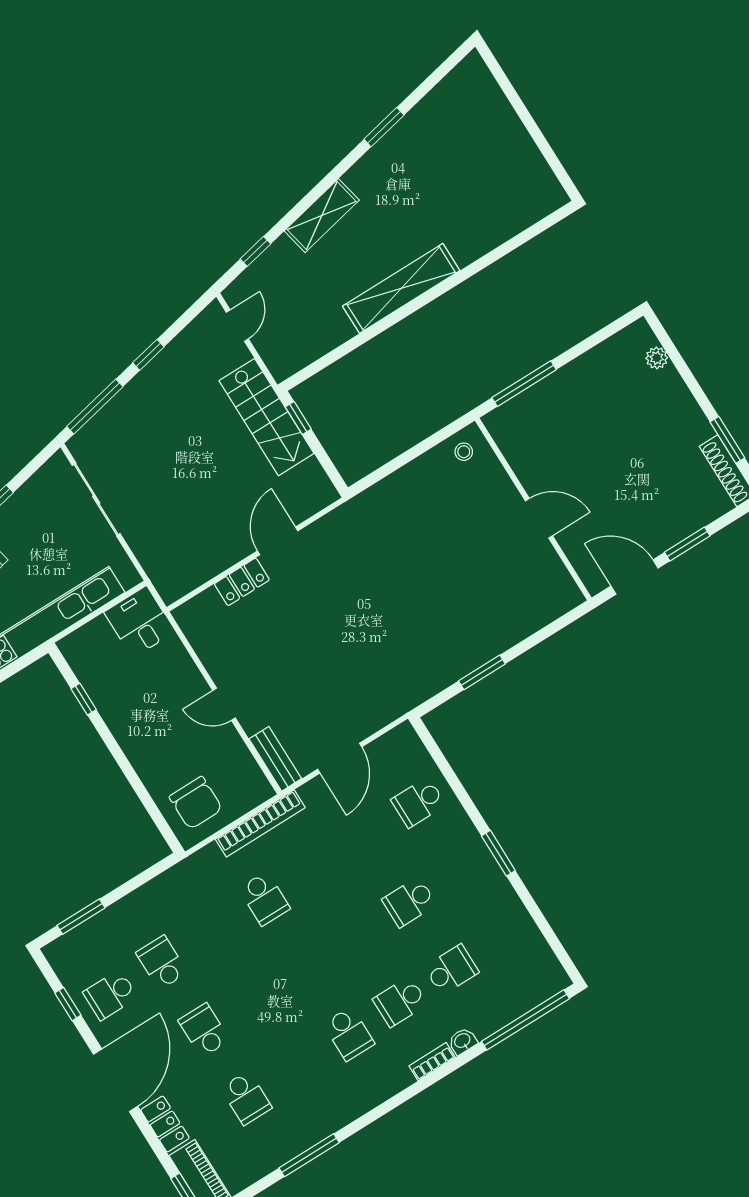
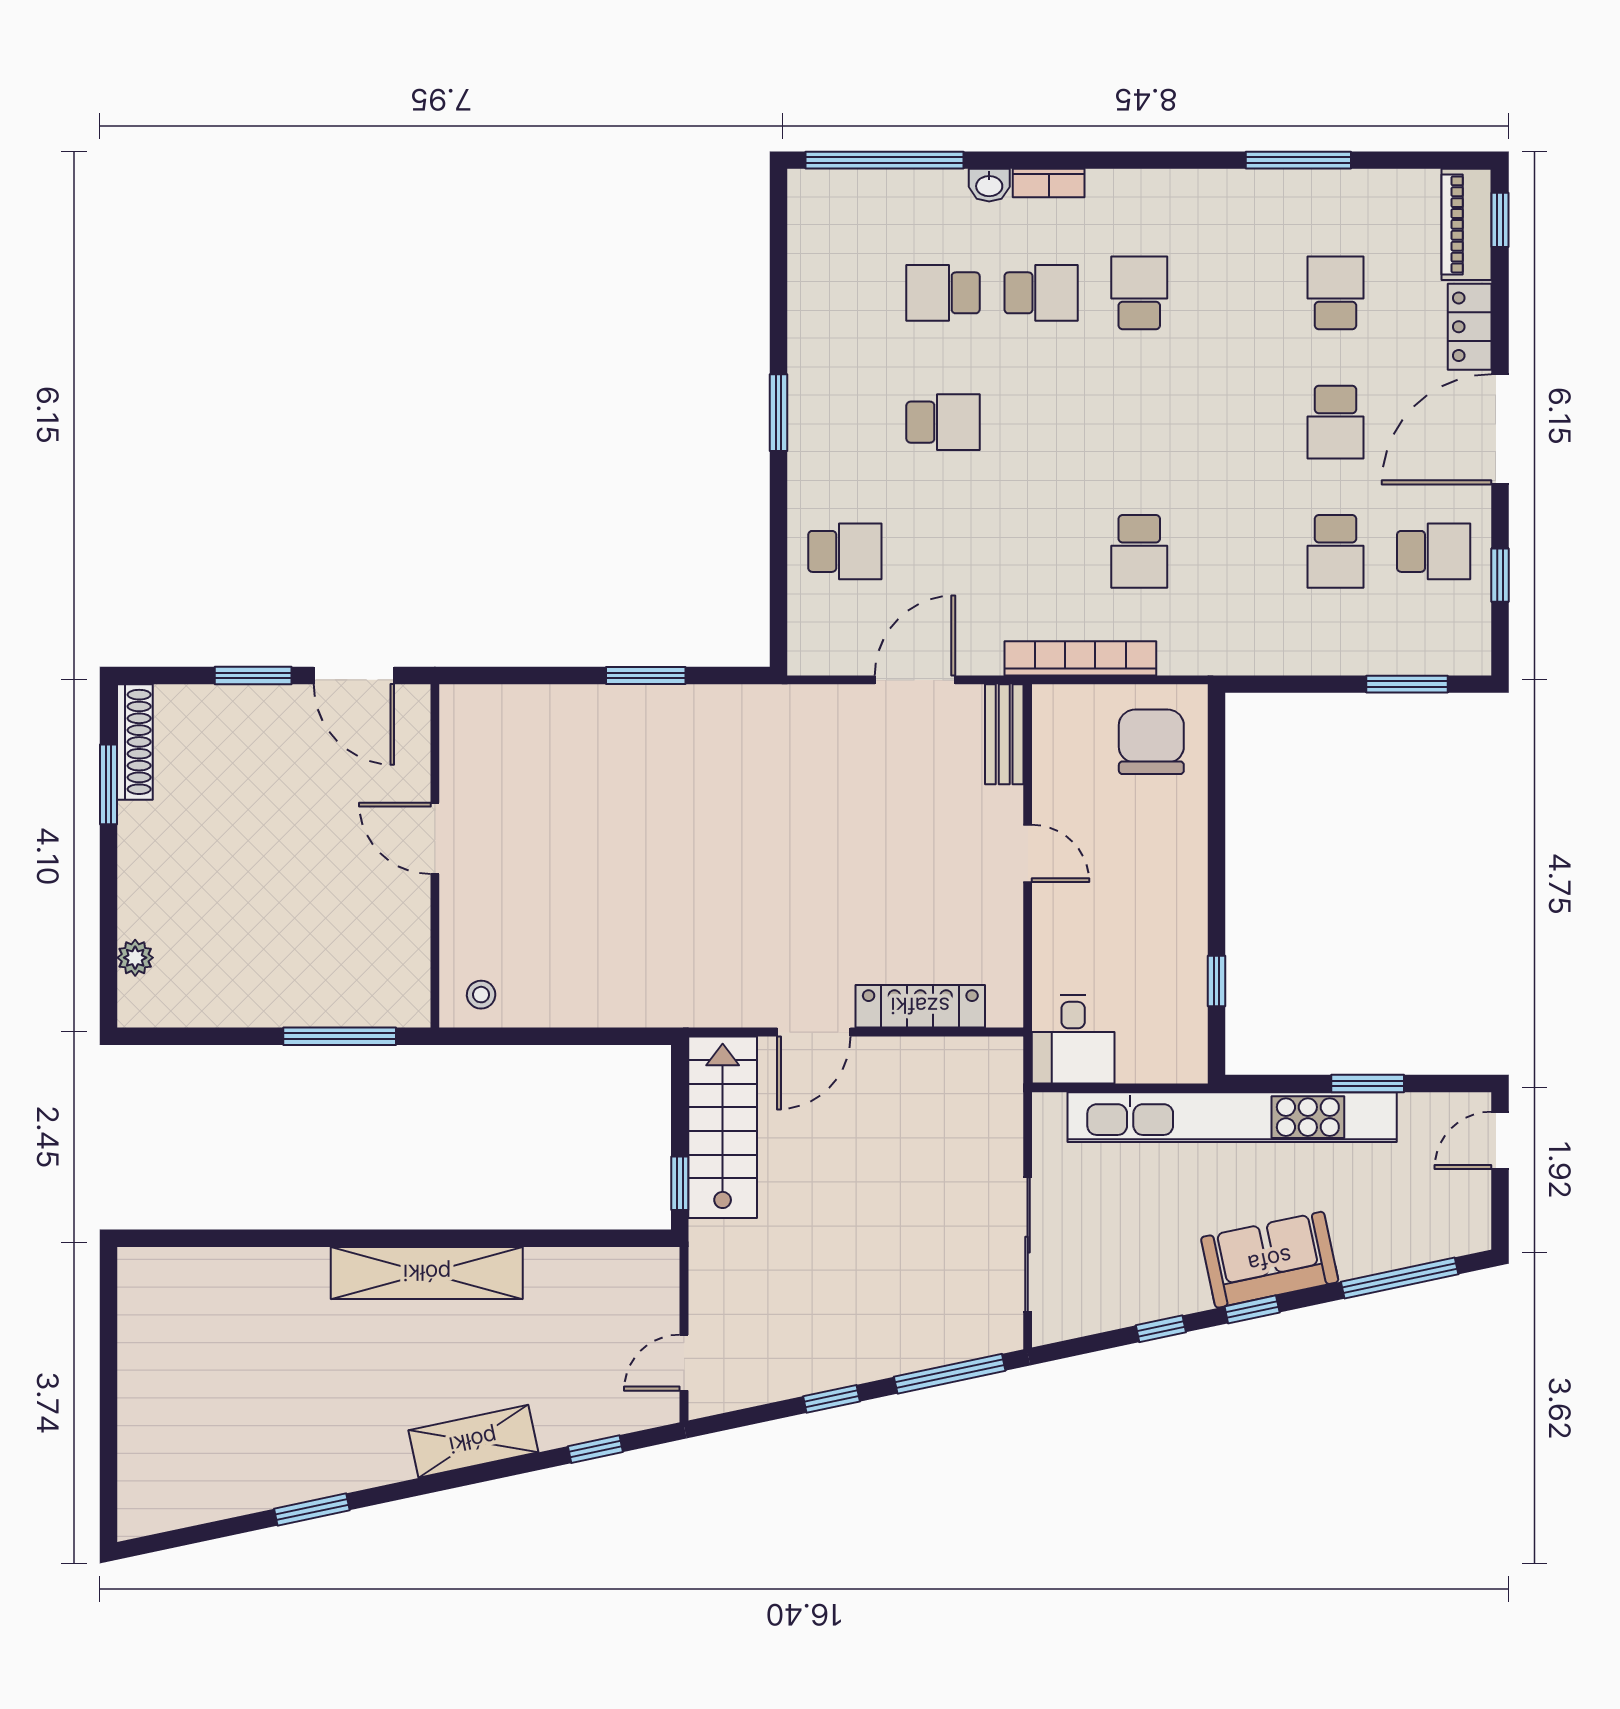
stairs: (266, 417) -> (723, 1127), moved
locker: (242, 582) -> (920, 1006), width x1.53
school desk: (264, 899) -> (1139, 551), turned 180

